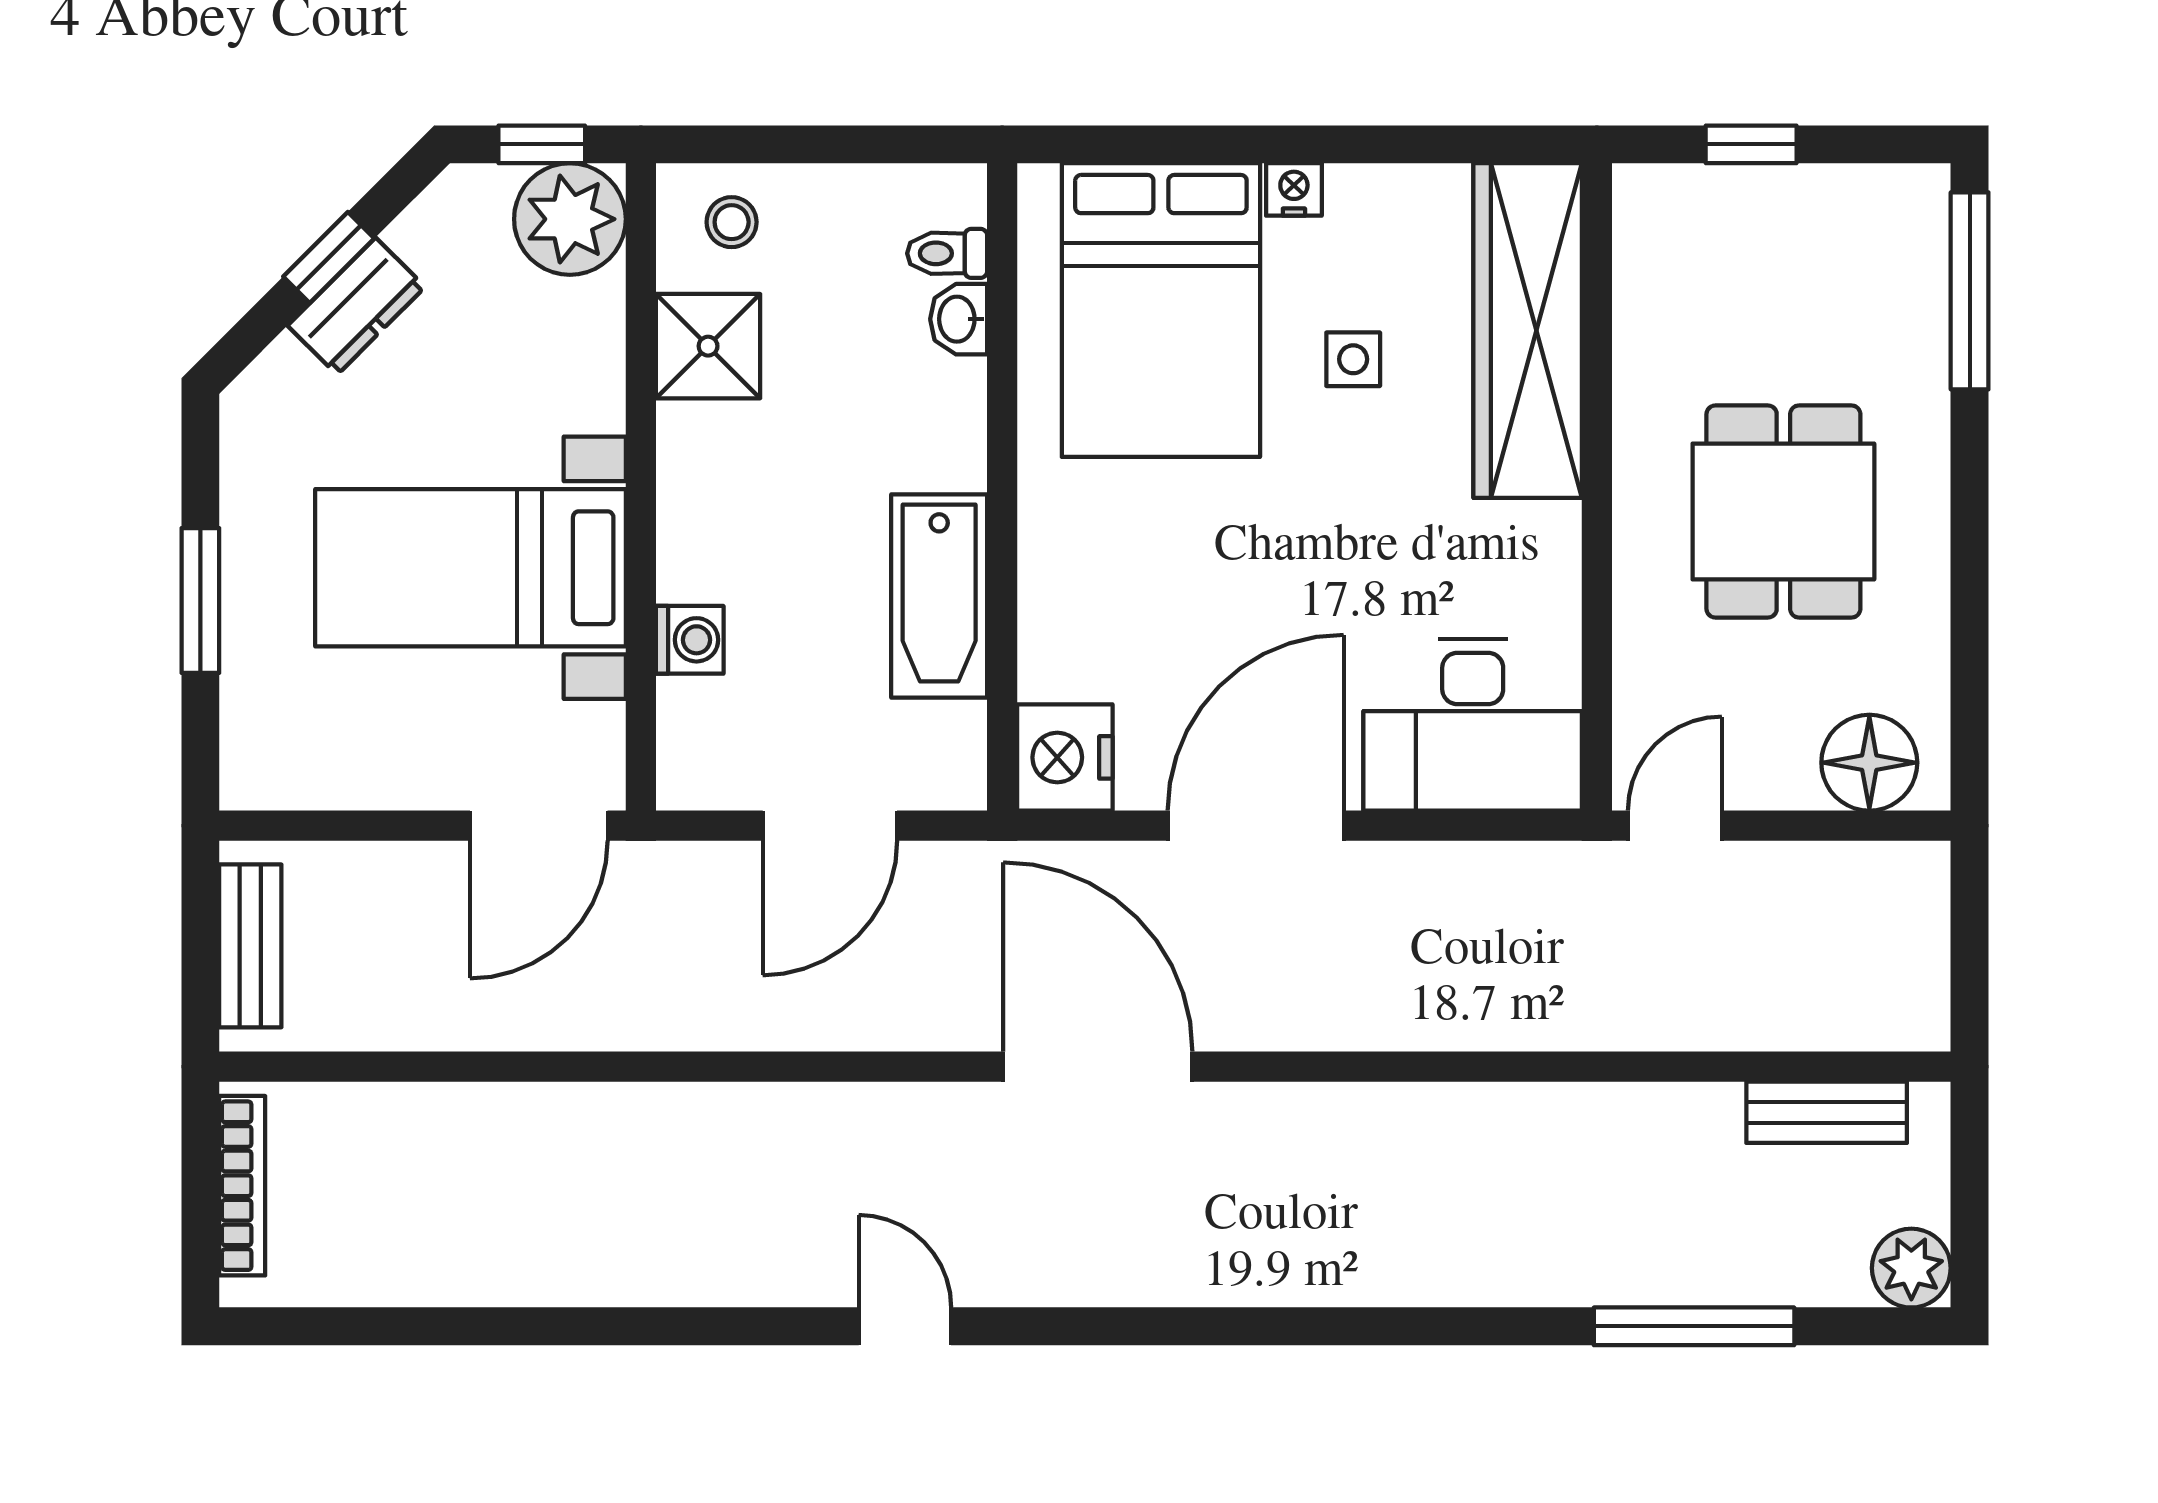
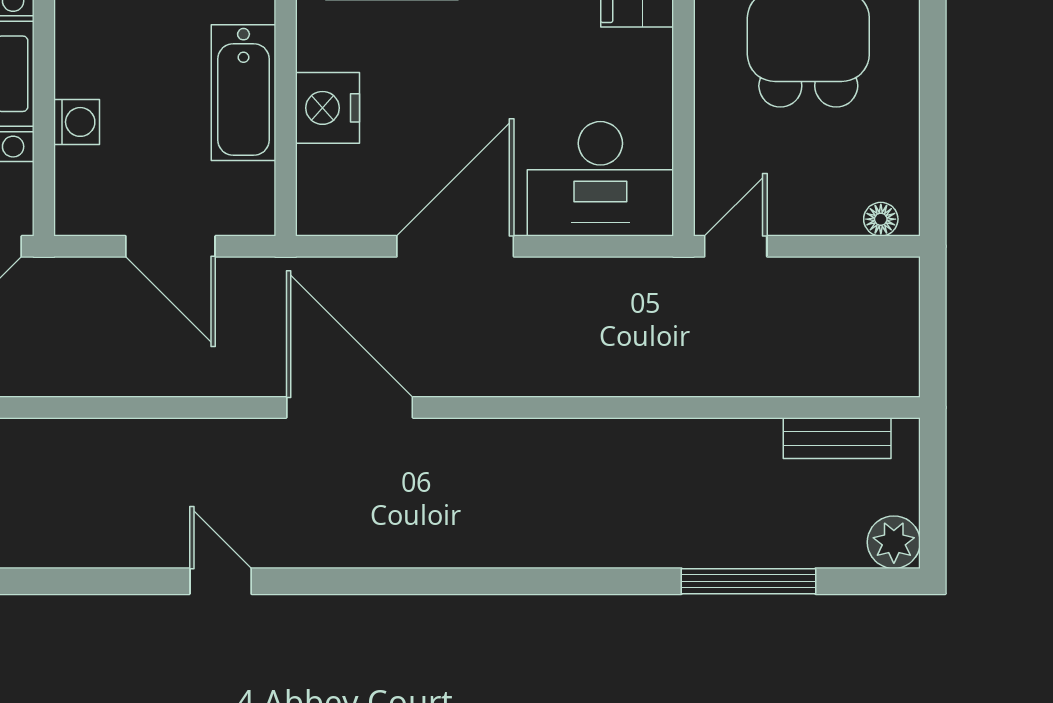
nightstand: (1065, 757) -> (328, 108), moved
floor lamp: (1869, 763) -> (881, 219), width x0.53, depth x0.53
door: (830, 826) -> (170, 246), hinge flipped

